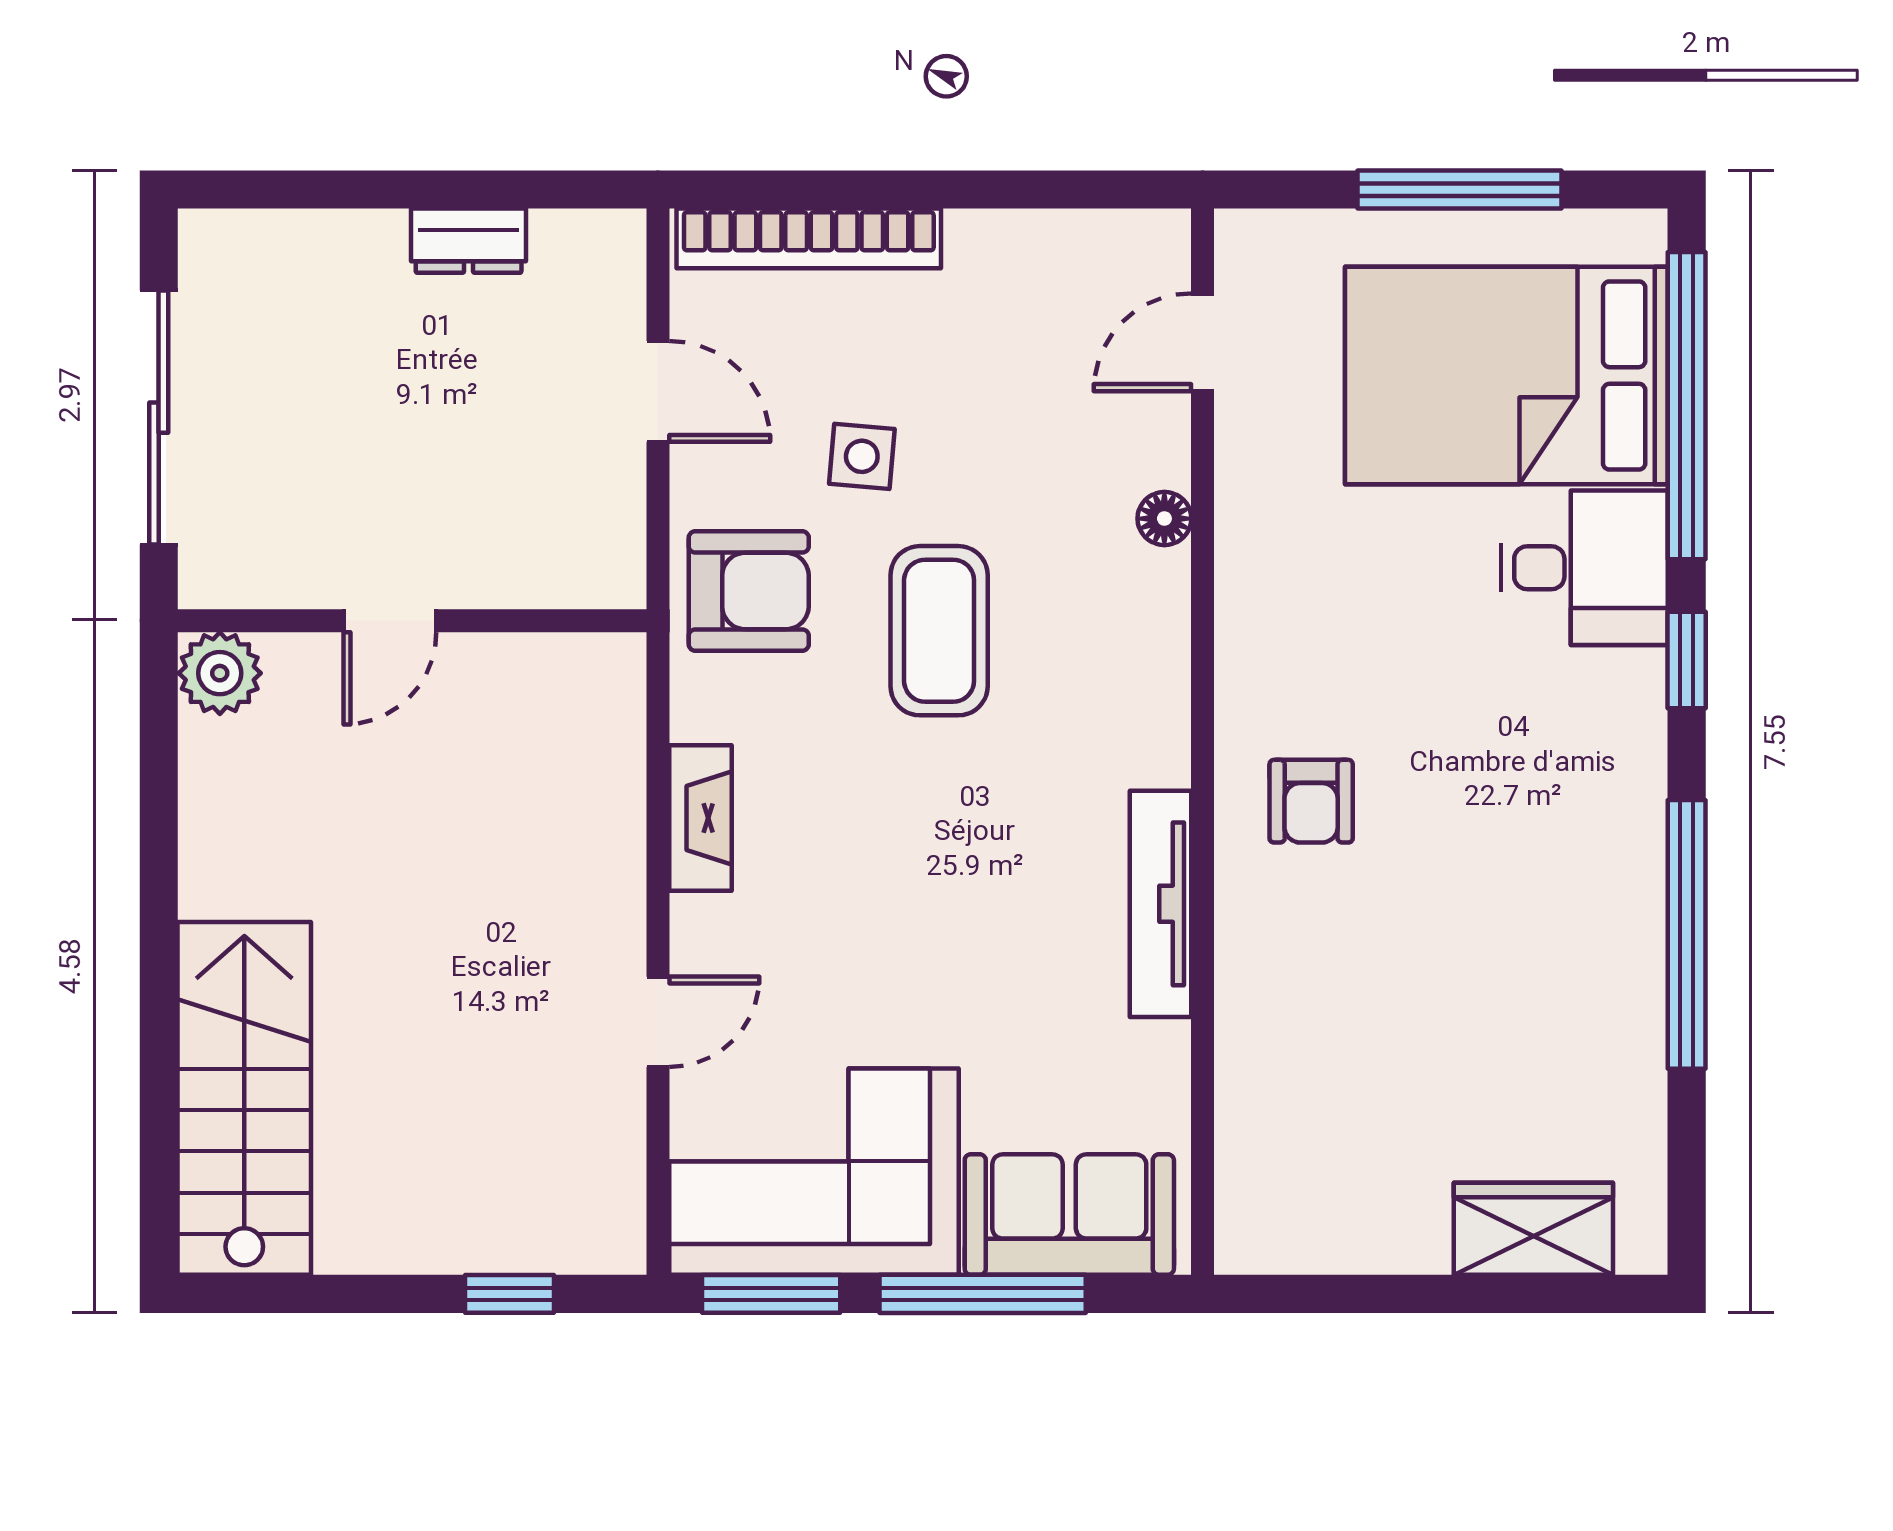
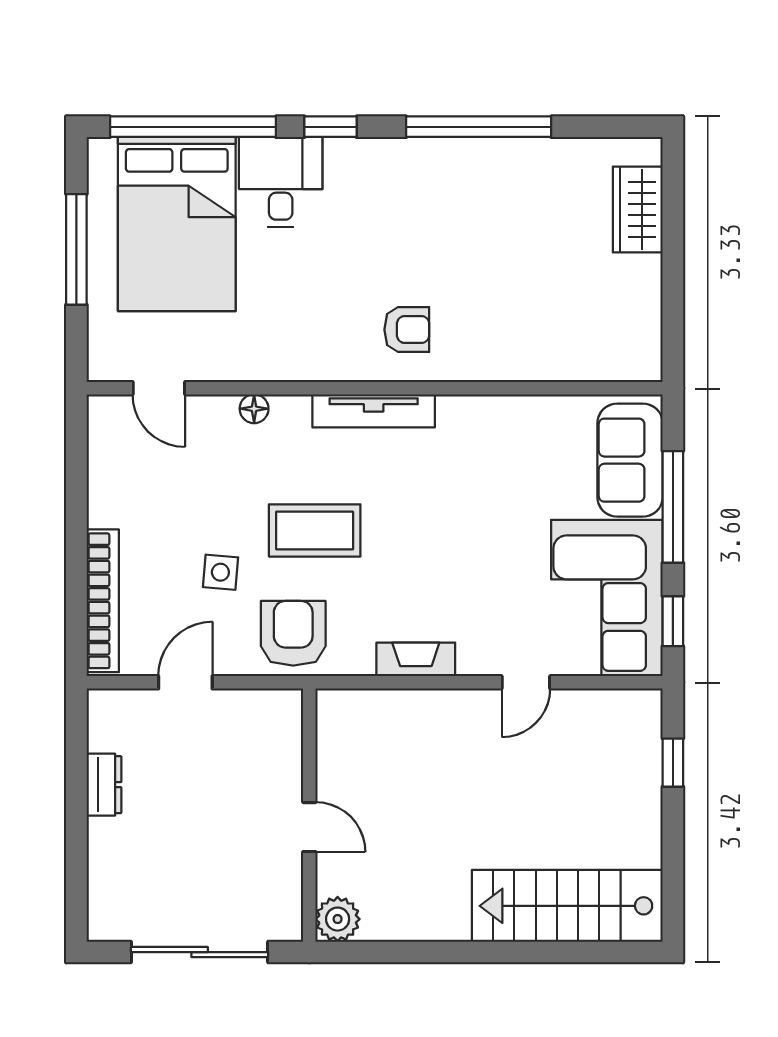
tv unit: (1161, 904) -> (374, 411), moved
door: (658, 1022) -> (526, 682), swing flipped
window: (771, 1294) -> (673, 621), width x0.67

